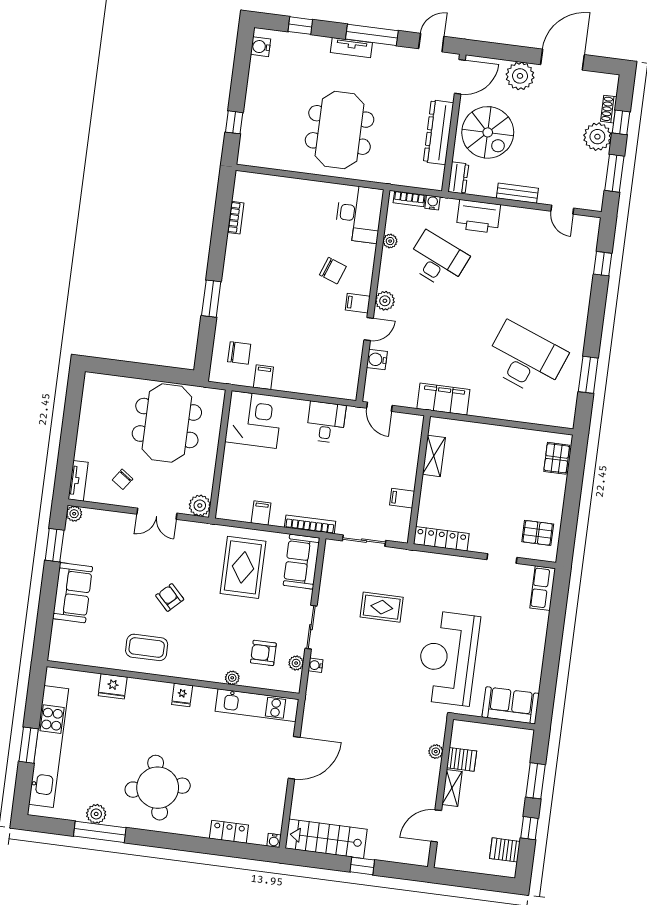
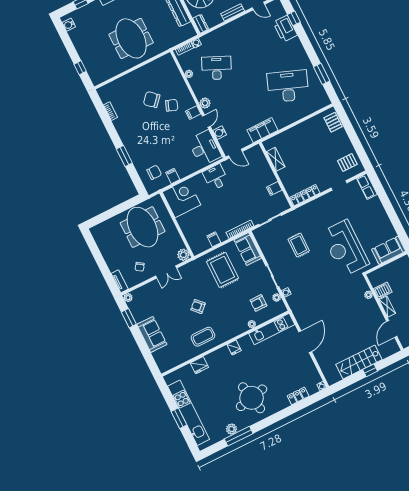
desk: (359, 214) -> (205, 148), moved
printer: (478, 216) -> (285, 29), moved, turned 90
chair: (309, 242) -> (152, 100), added
rug: (382, 607) -> (299, 245), turned 90
stairs: (326, 839) -> (359, 362), moved

